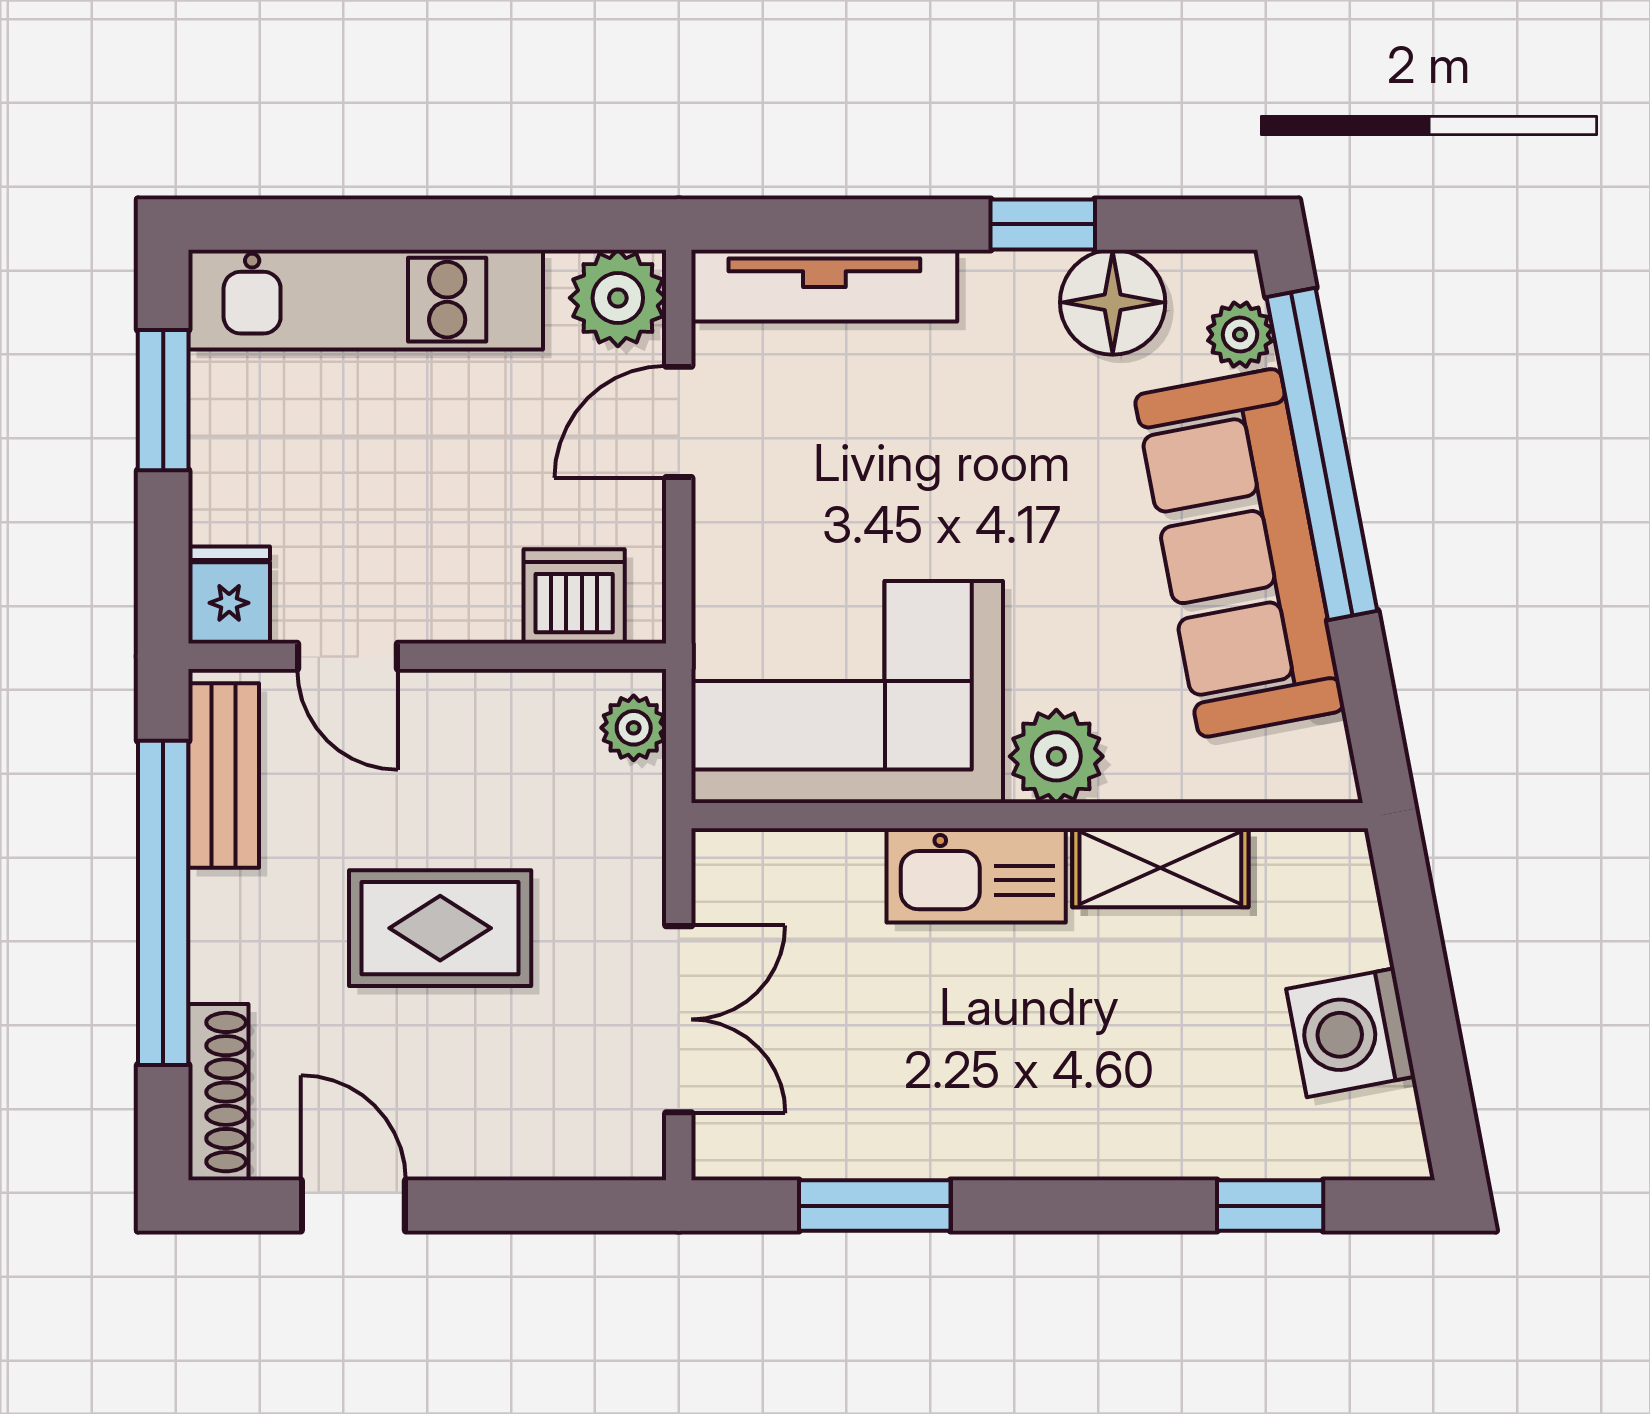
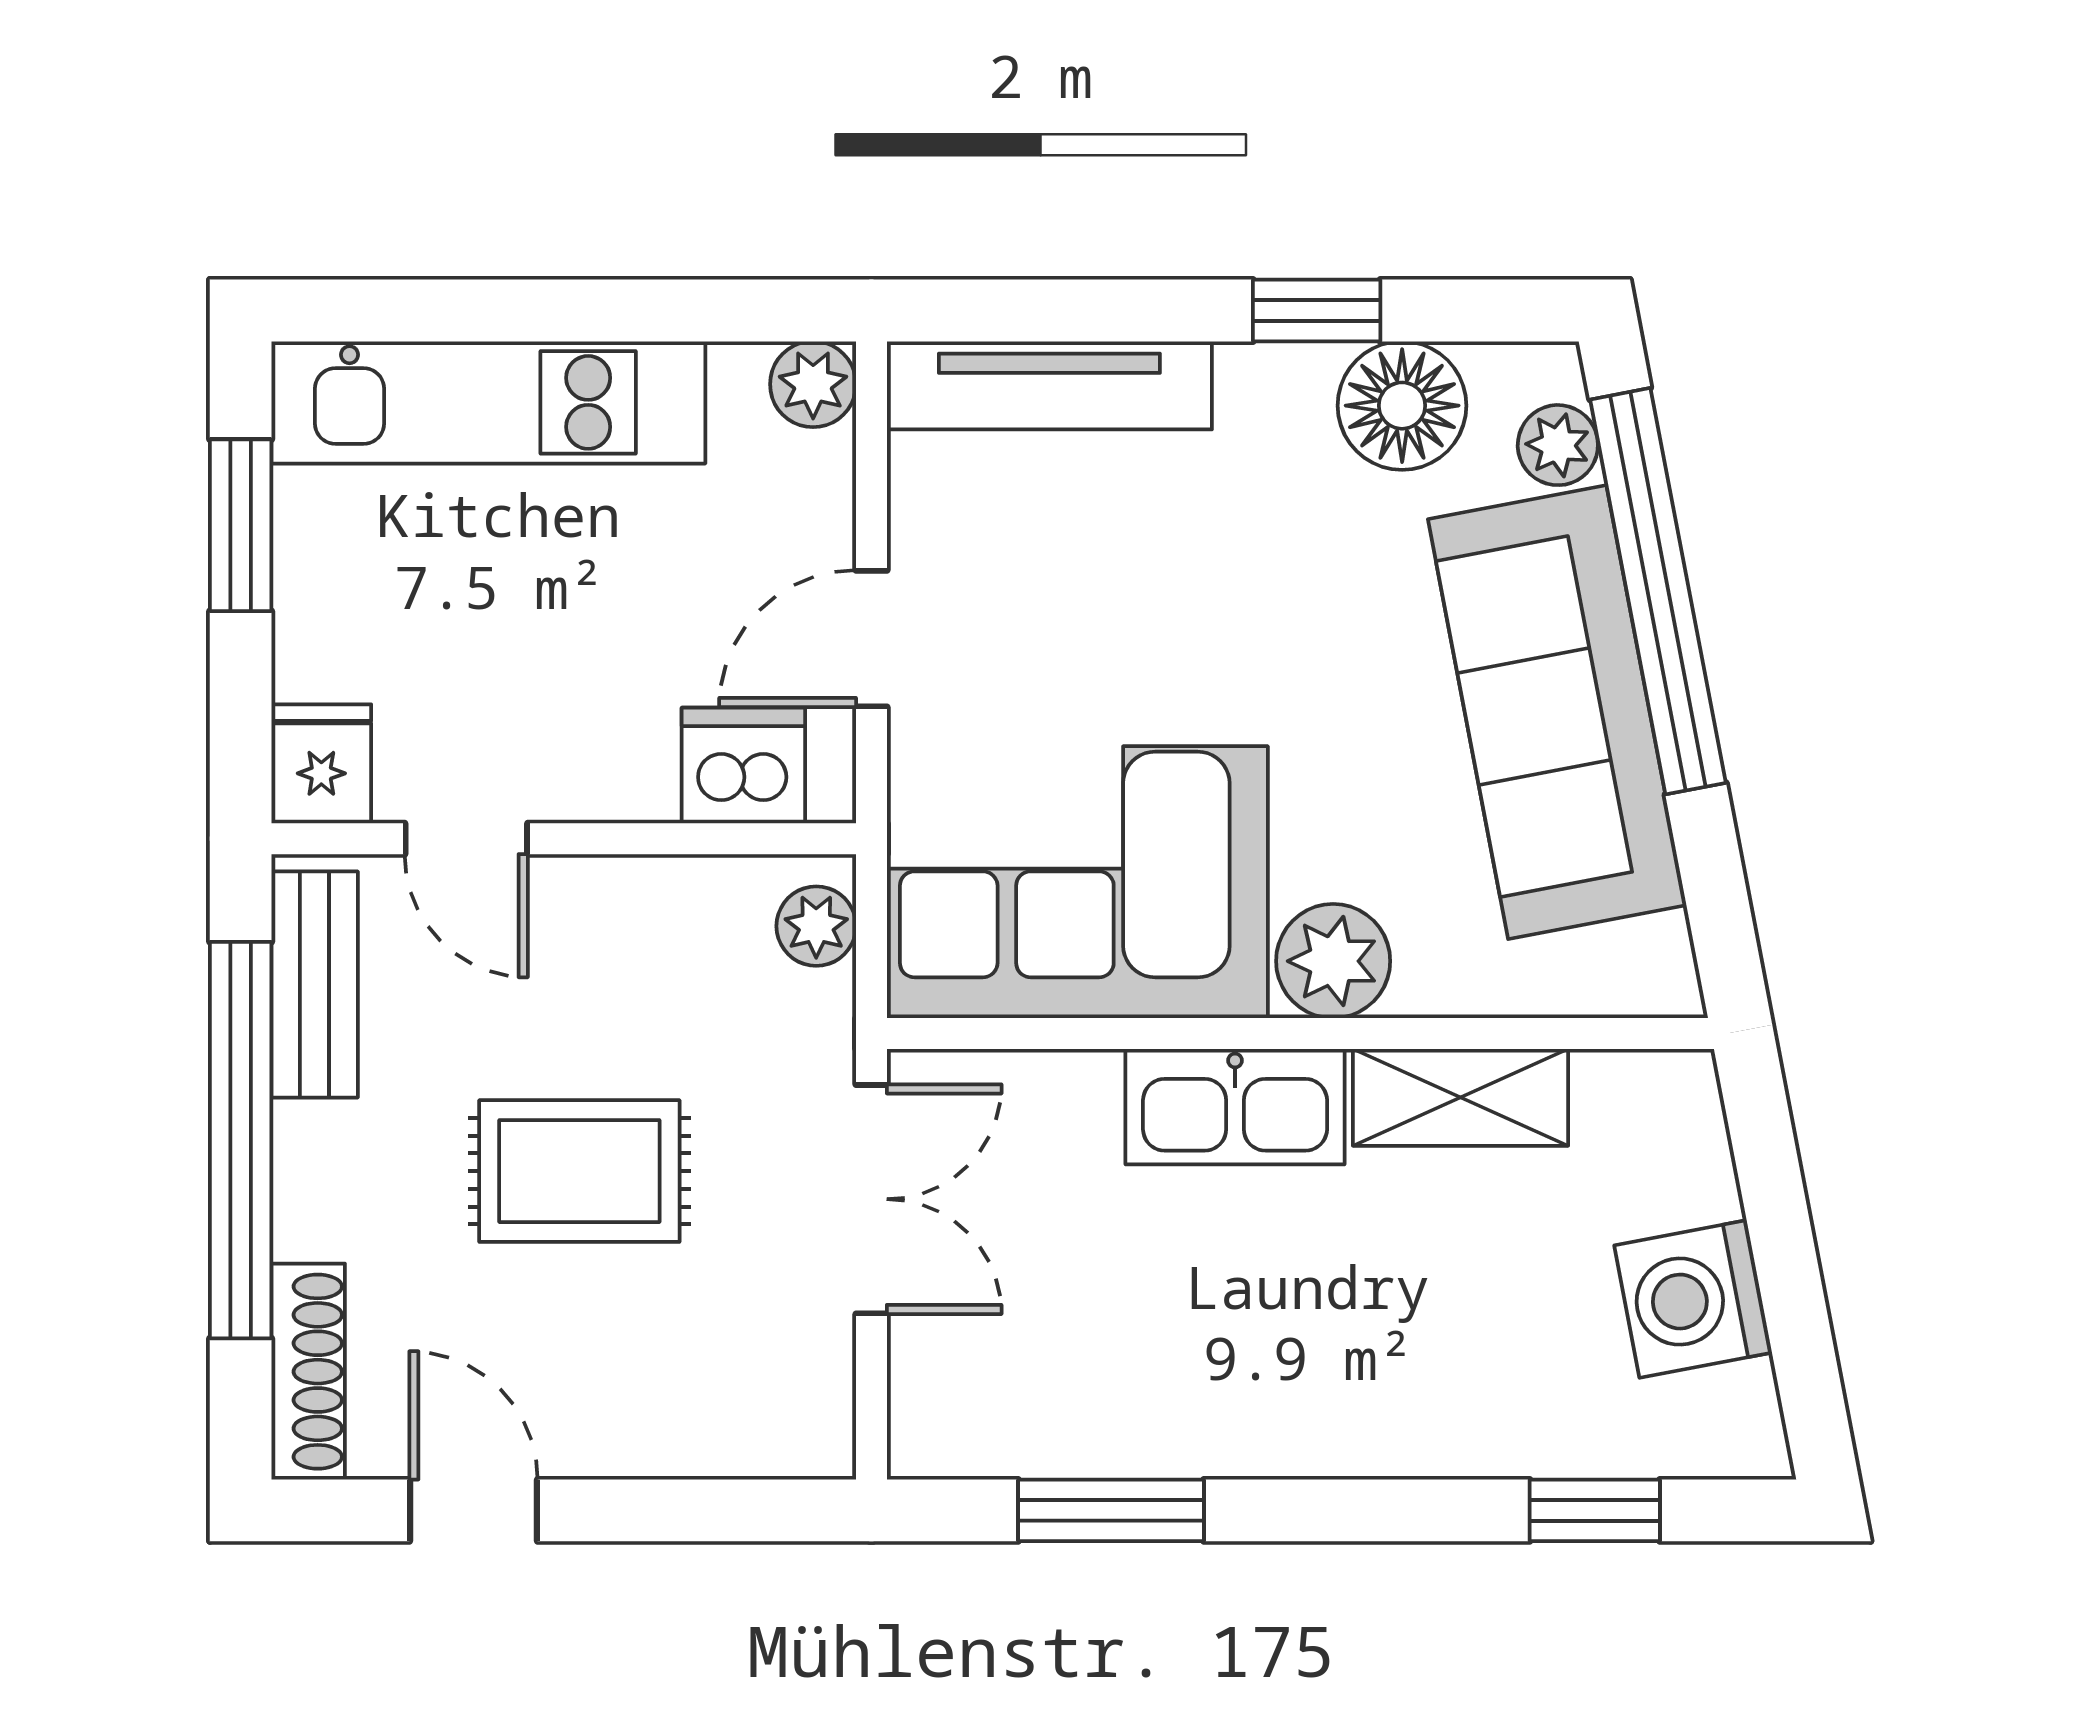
plant: (618, 298) -> (813, 384), width x0.73, depth x0.73
door: (679, 422) -> (871, 639), moved
double door: (679, 1019) -> (871, 1199), moved

